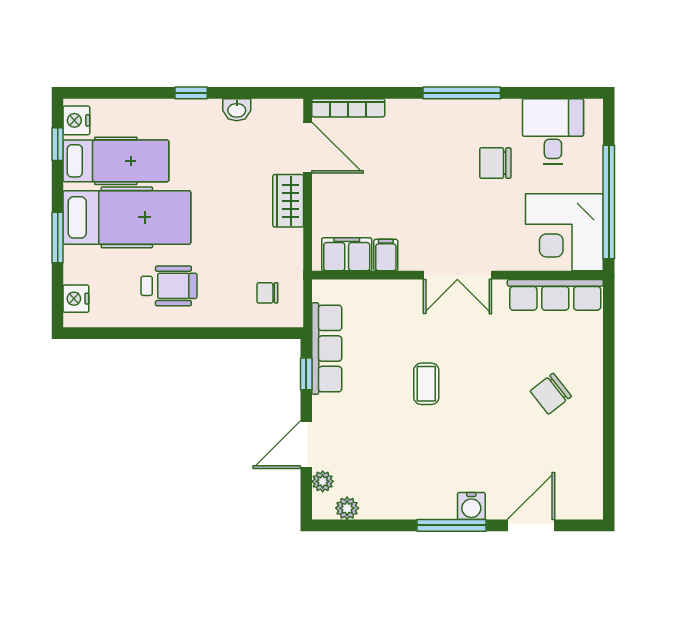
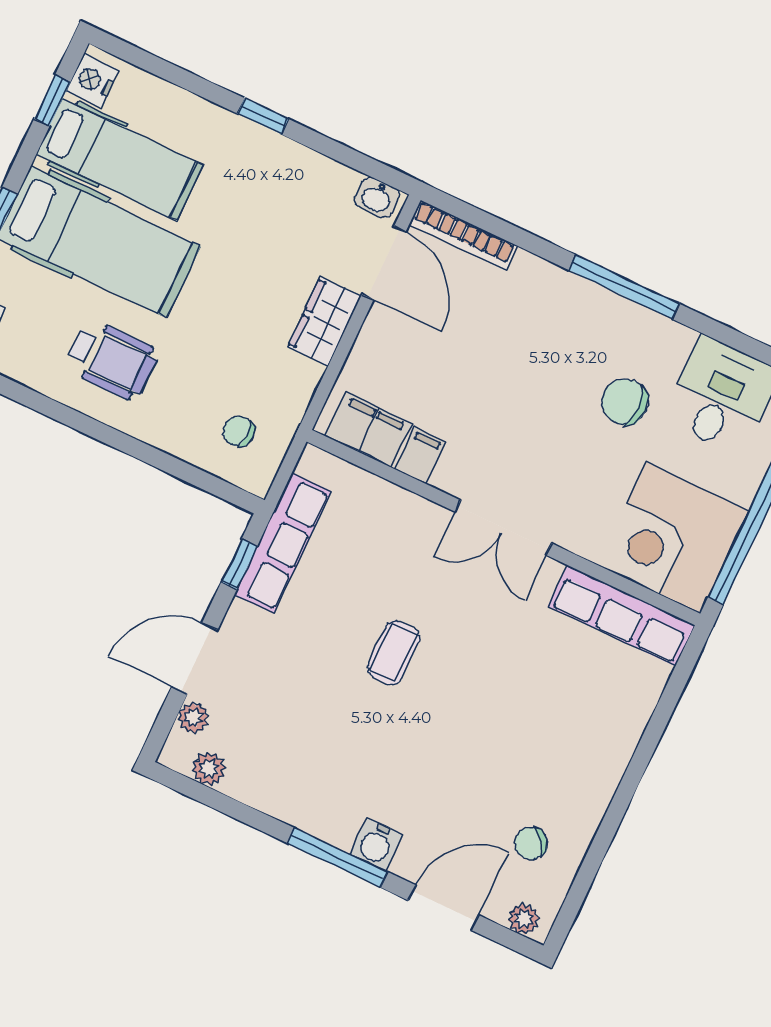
washbasin: (237, 110) -> (377, 198), moved
chair: (551, 394) -> (531, 843), moved, width x0.73, depth x0.73
plant: (583, 509) -> (524, 919), added

